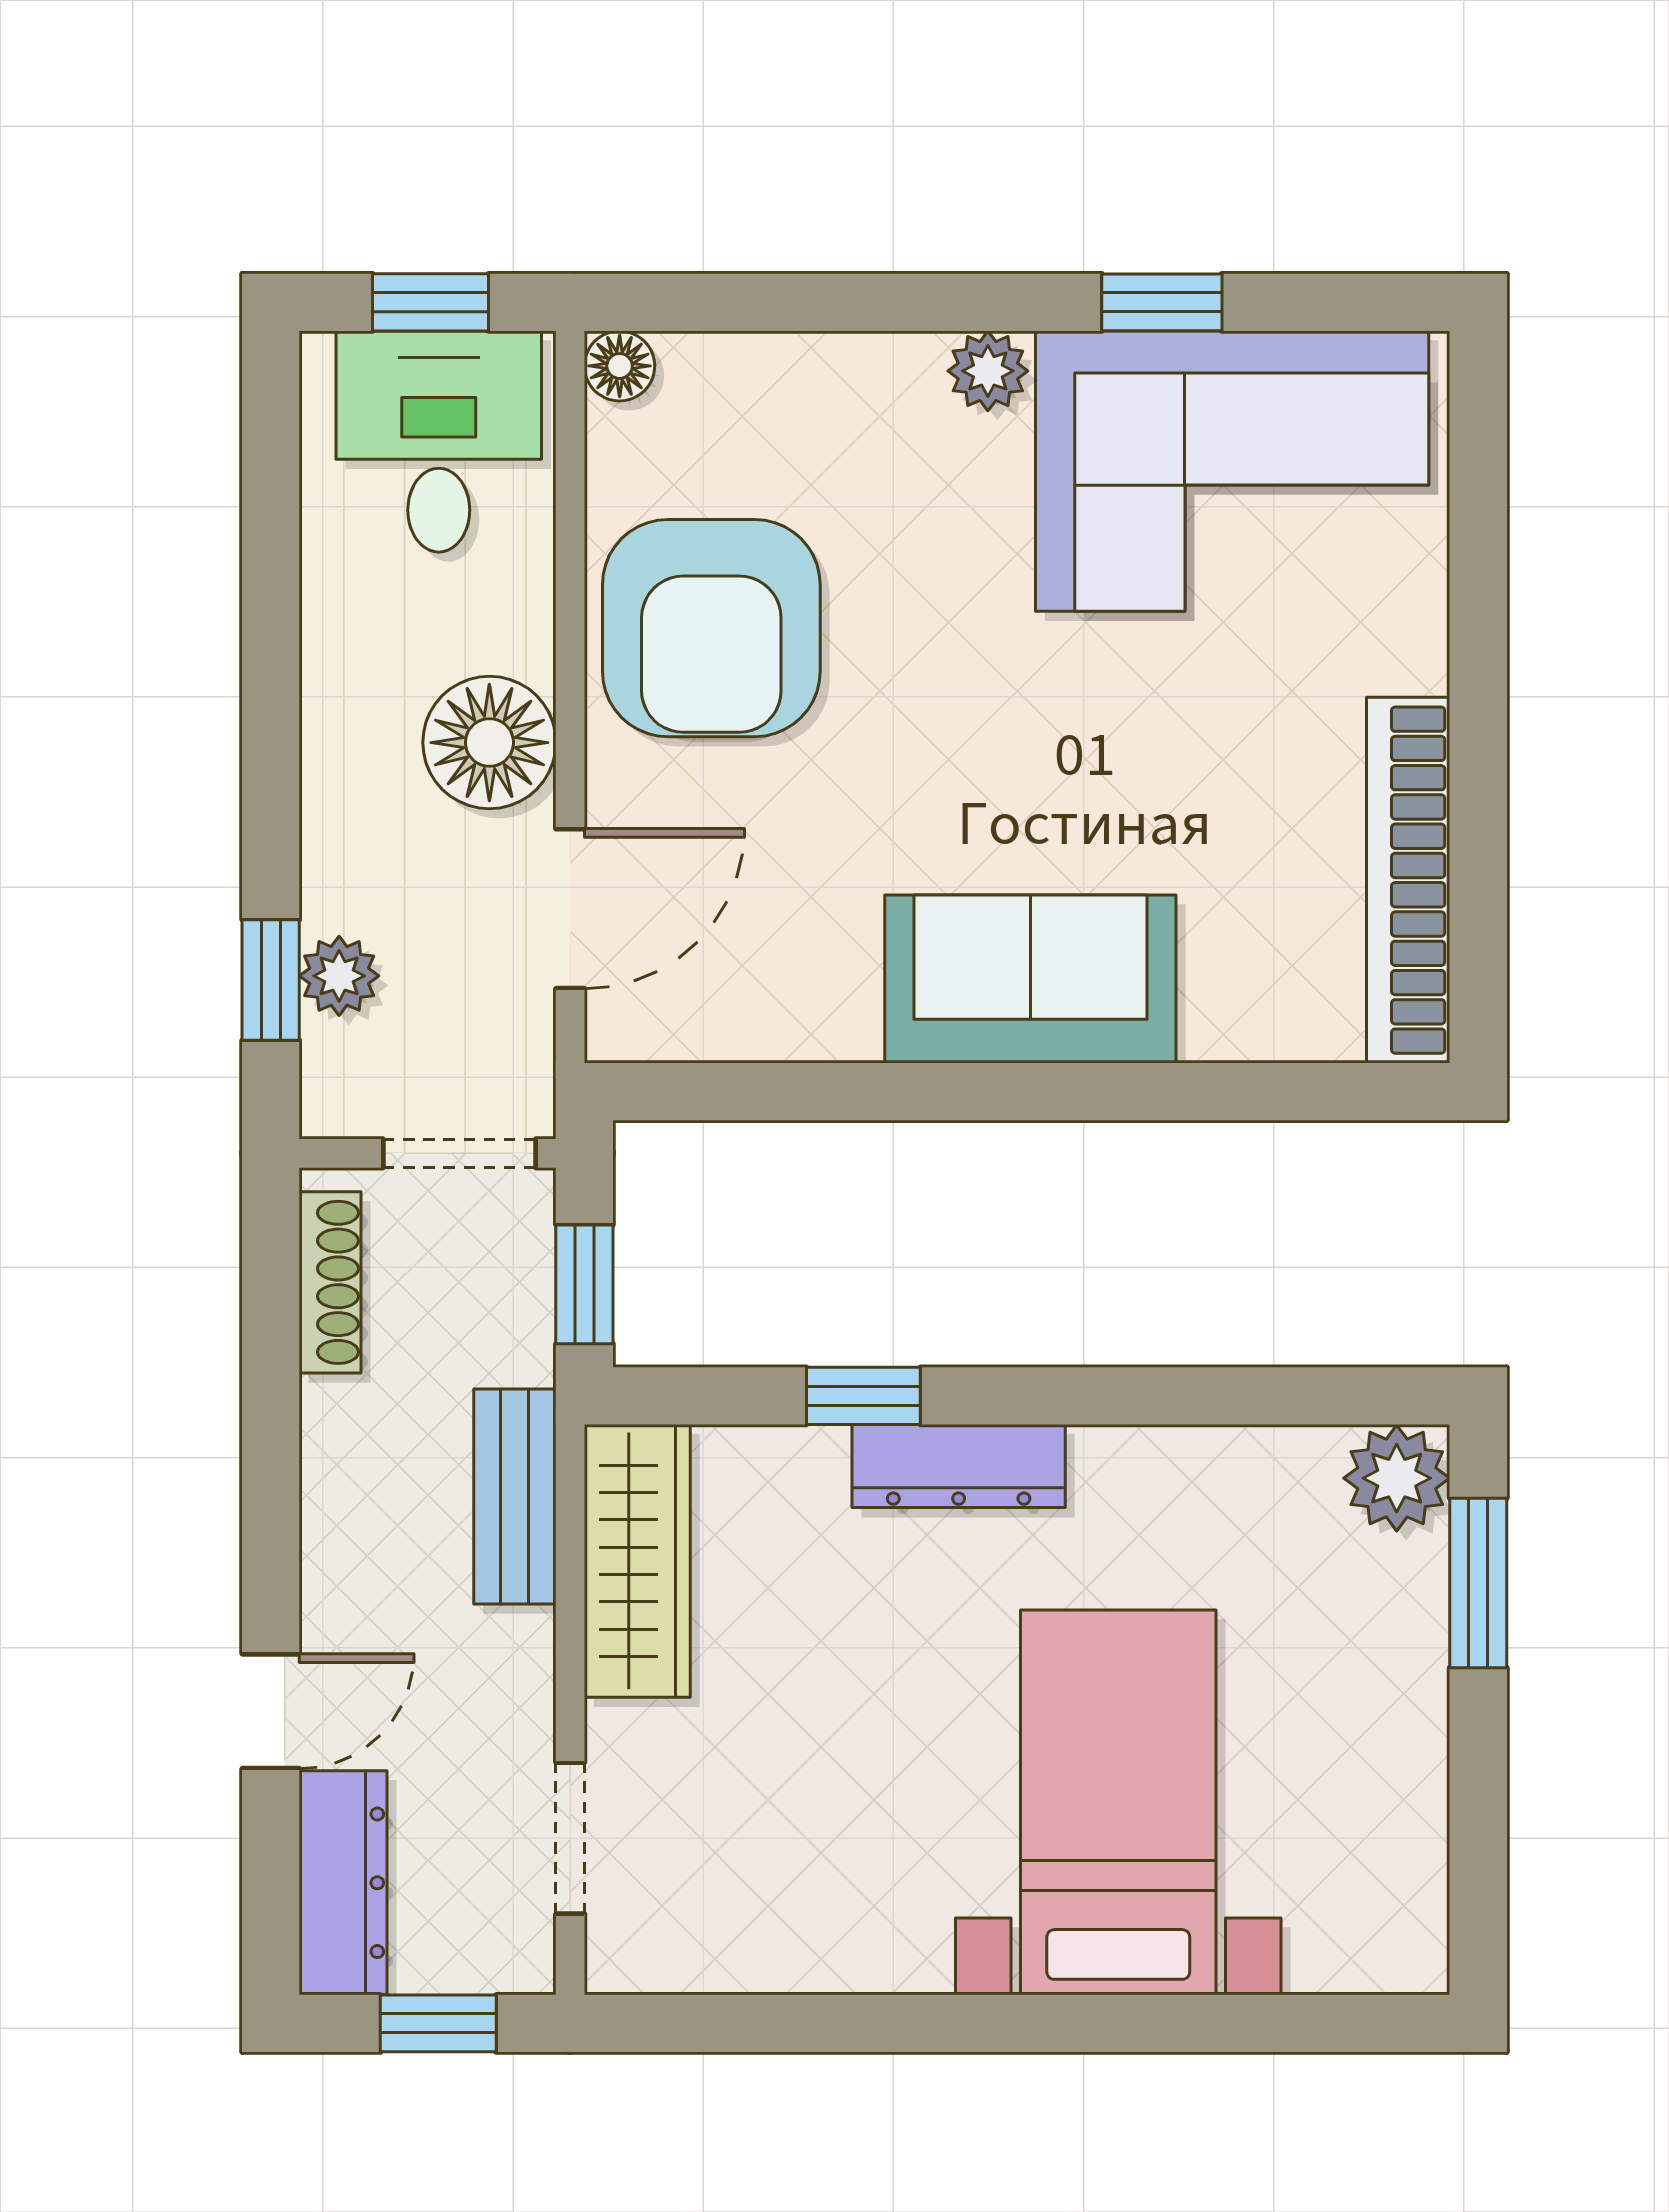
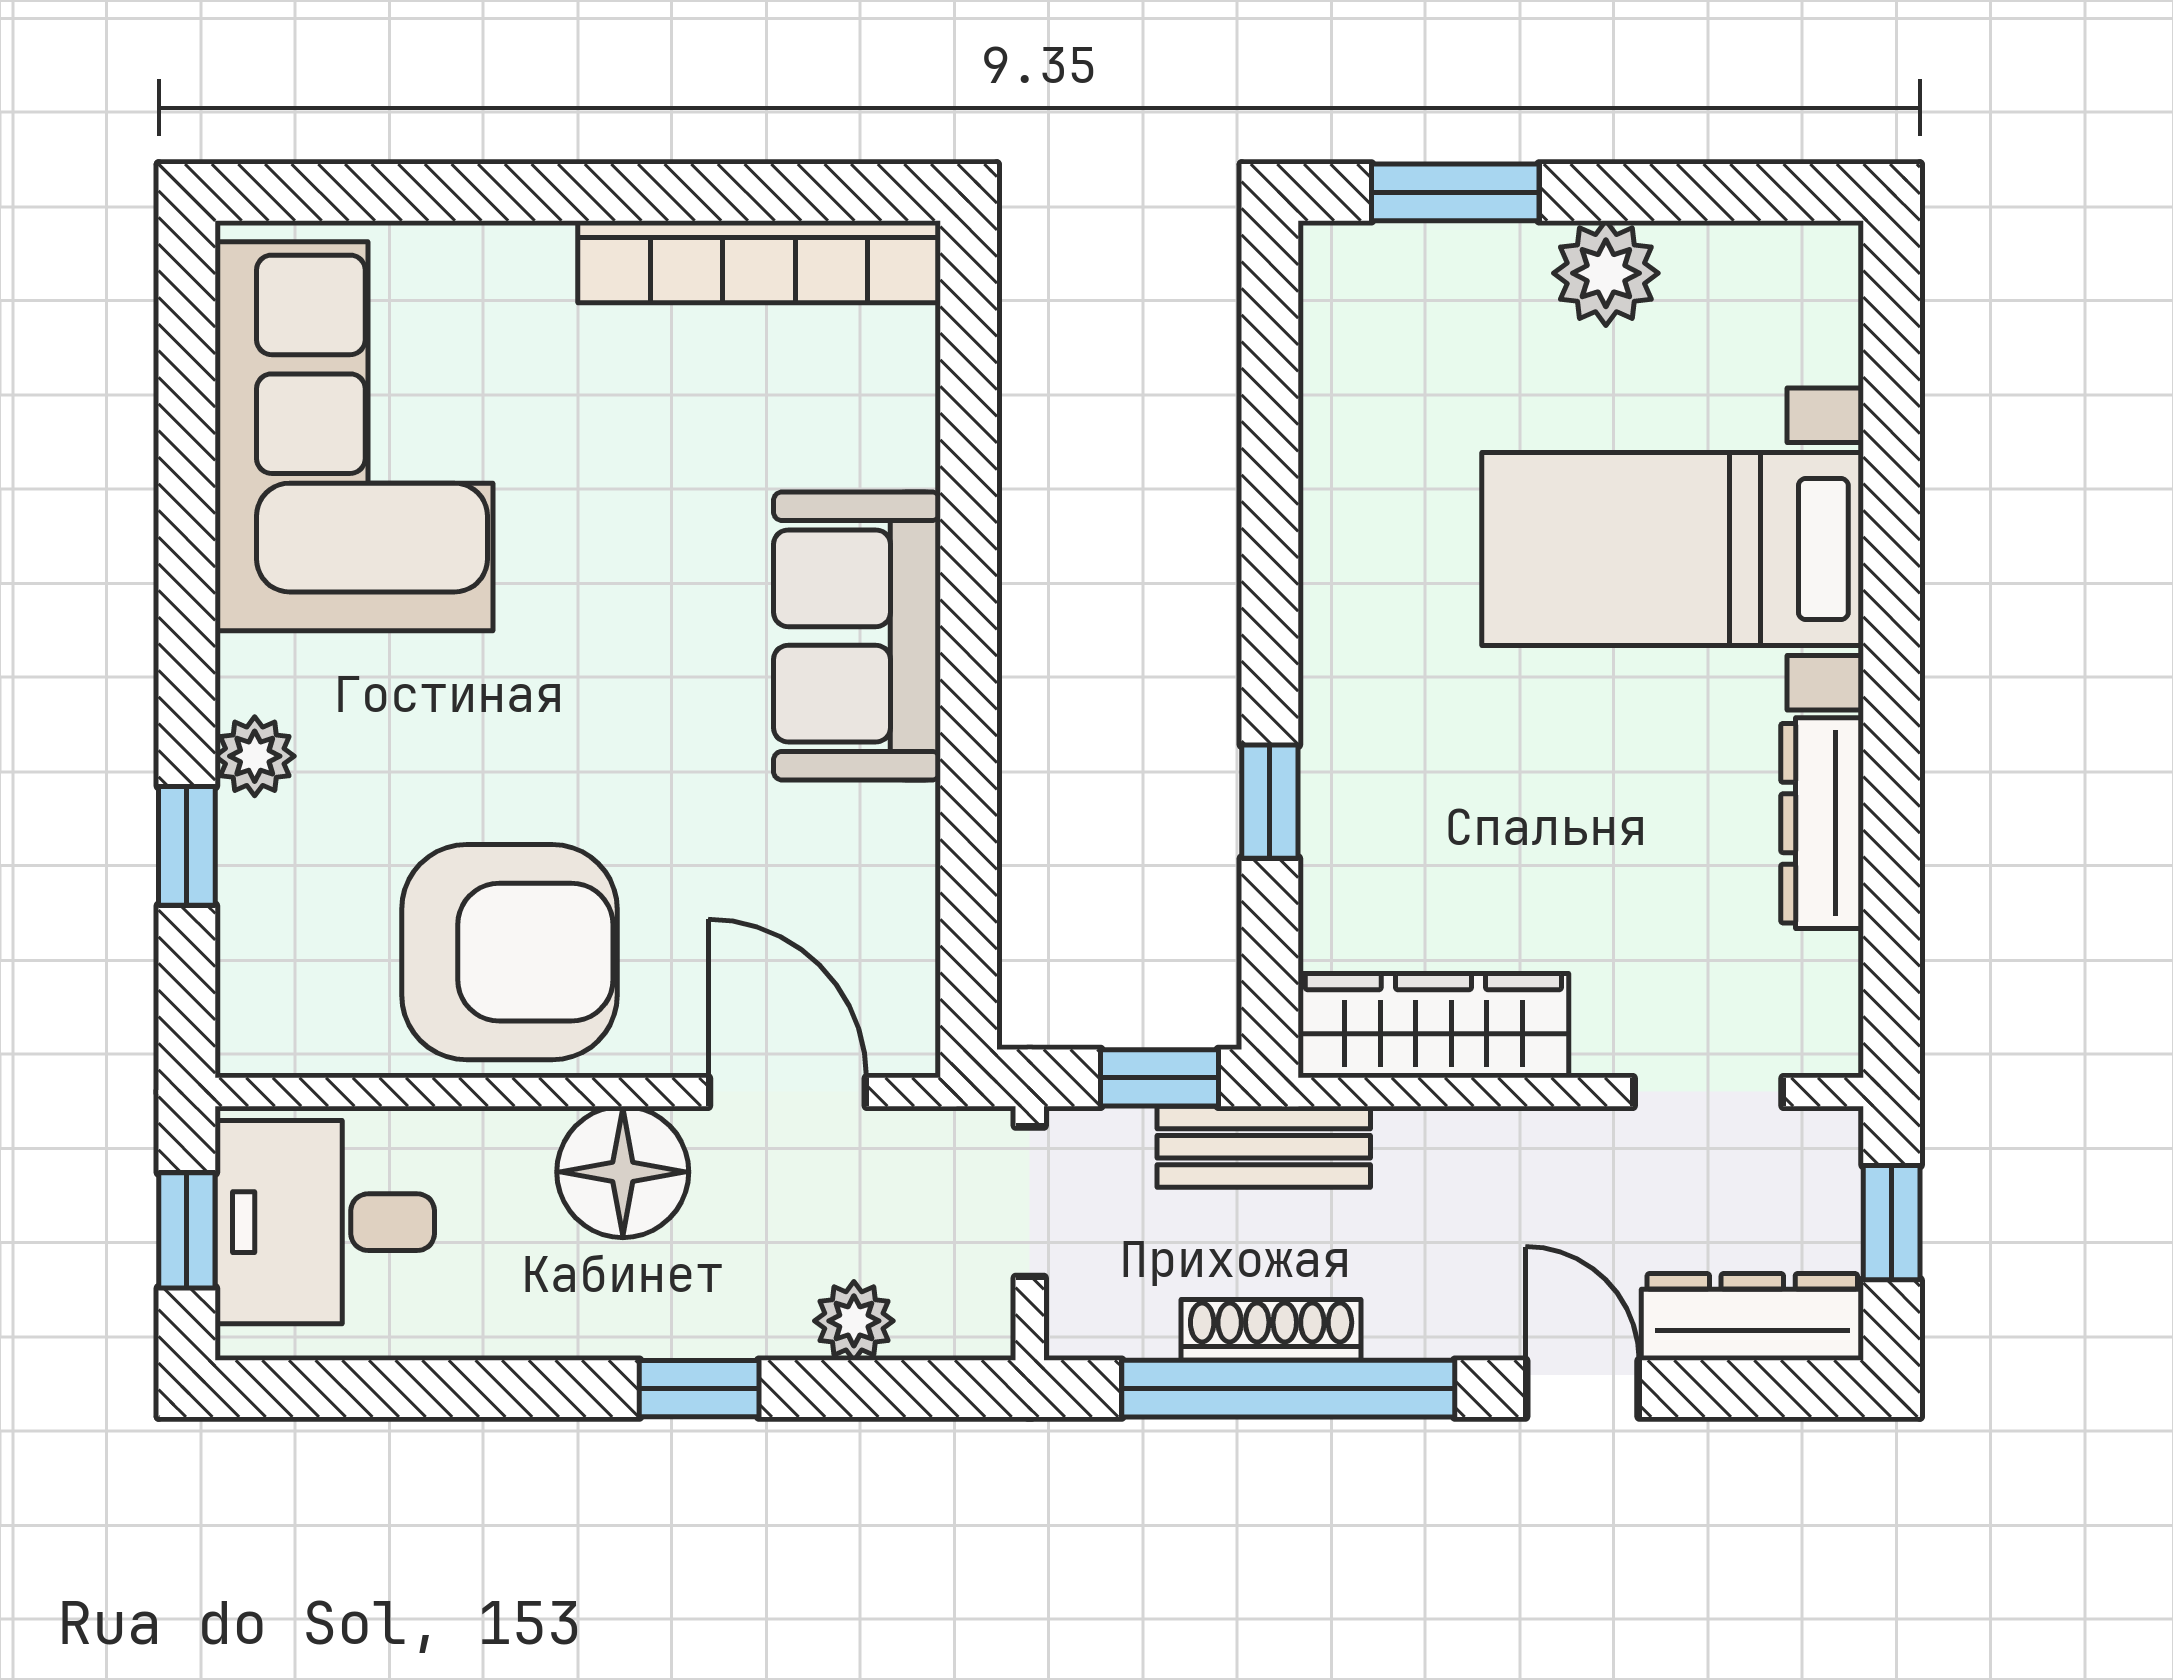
window: (1162, 302) -> (187, 846), moved
floor lamp: (620, 366) -> (250, 1043), removed
plant: (988, 371) -> (255, 756), moved
window: (271, 980) -> (699, 1389), moved
shoe rack: (330, 1282) -> (1271, 1330), moved
window: (271, 1414) -> (1288, 1389), added
dresser: (959, 1466) -> (1822, 823), moved, turned 180
plant: (1397, 1478) -> (1606, 273), moved
bench: (515, 1497) -> (1264, 1147), moved

